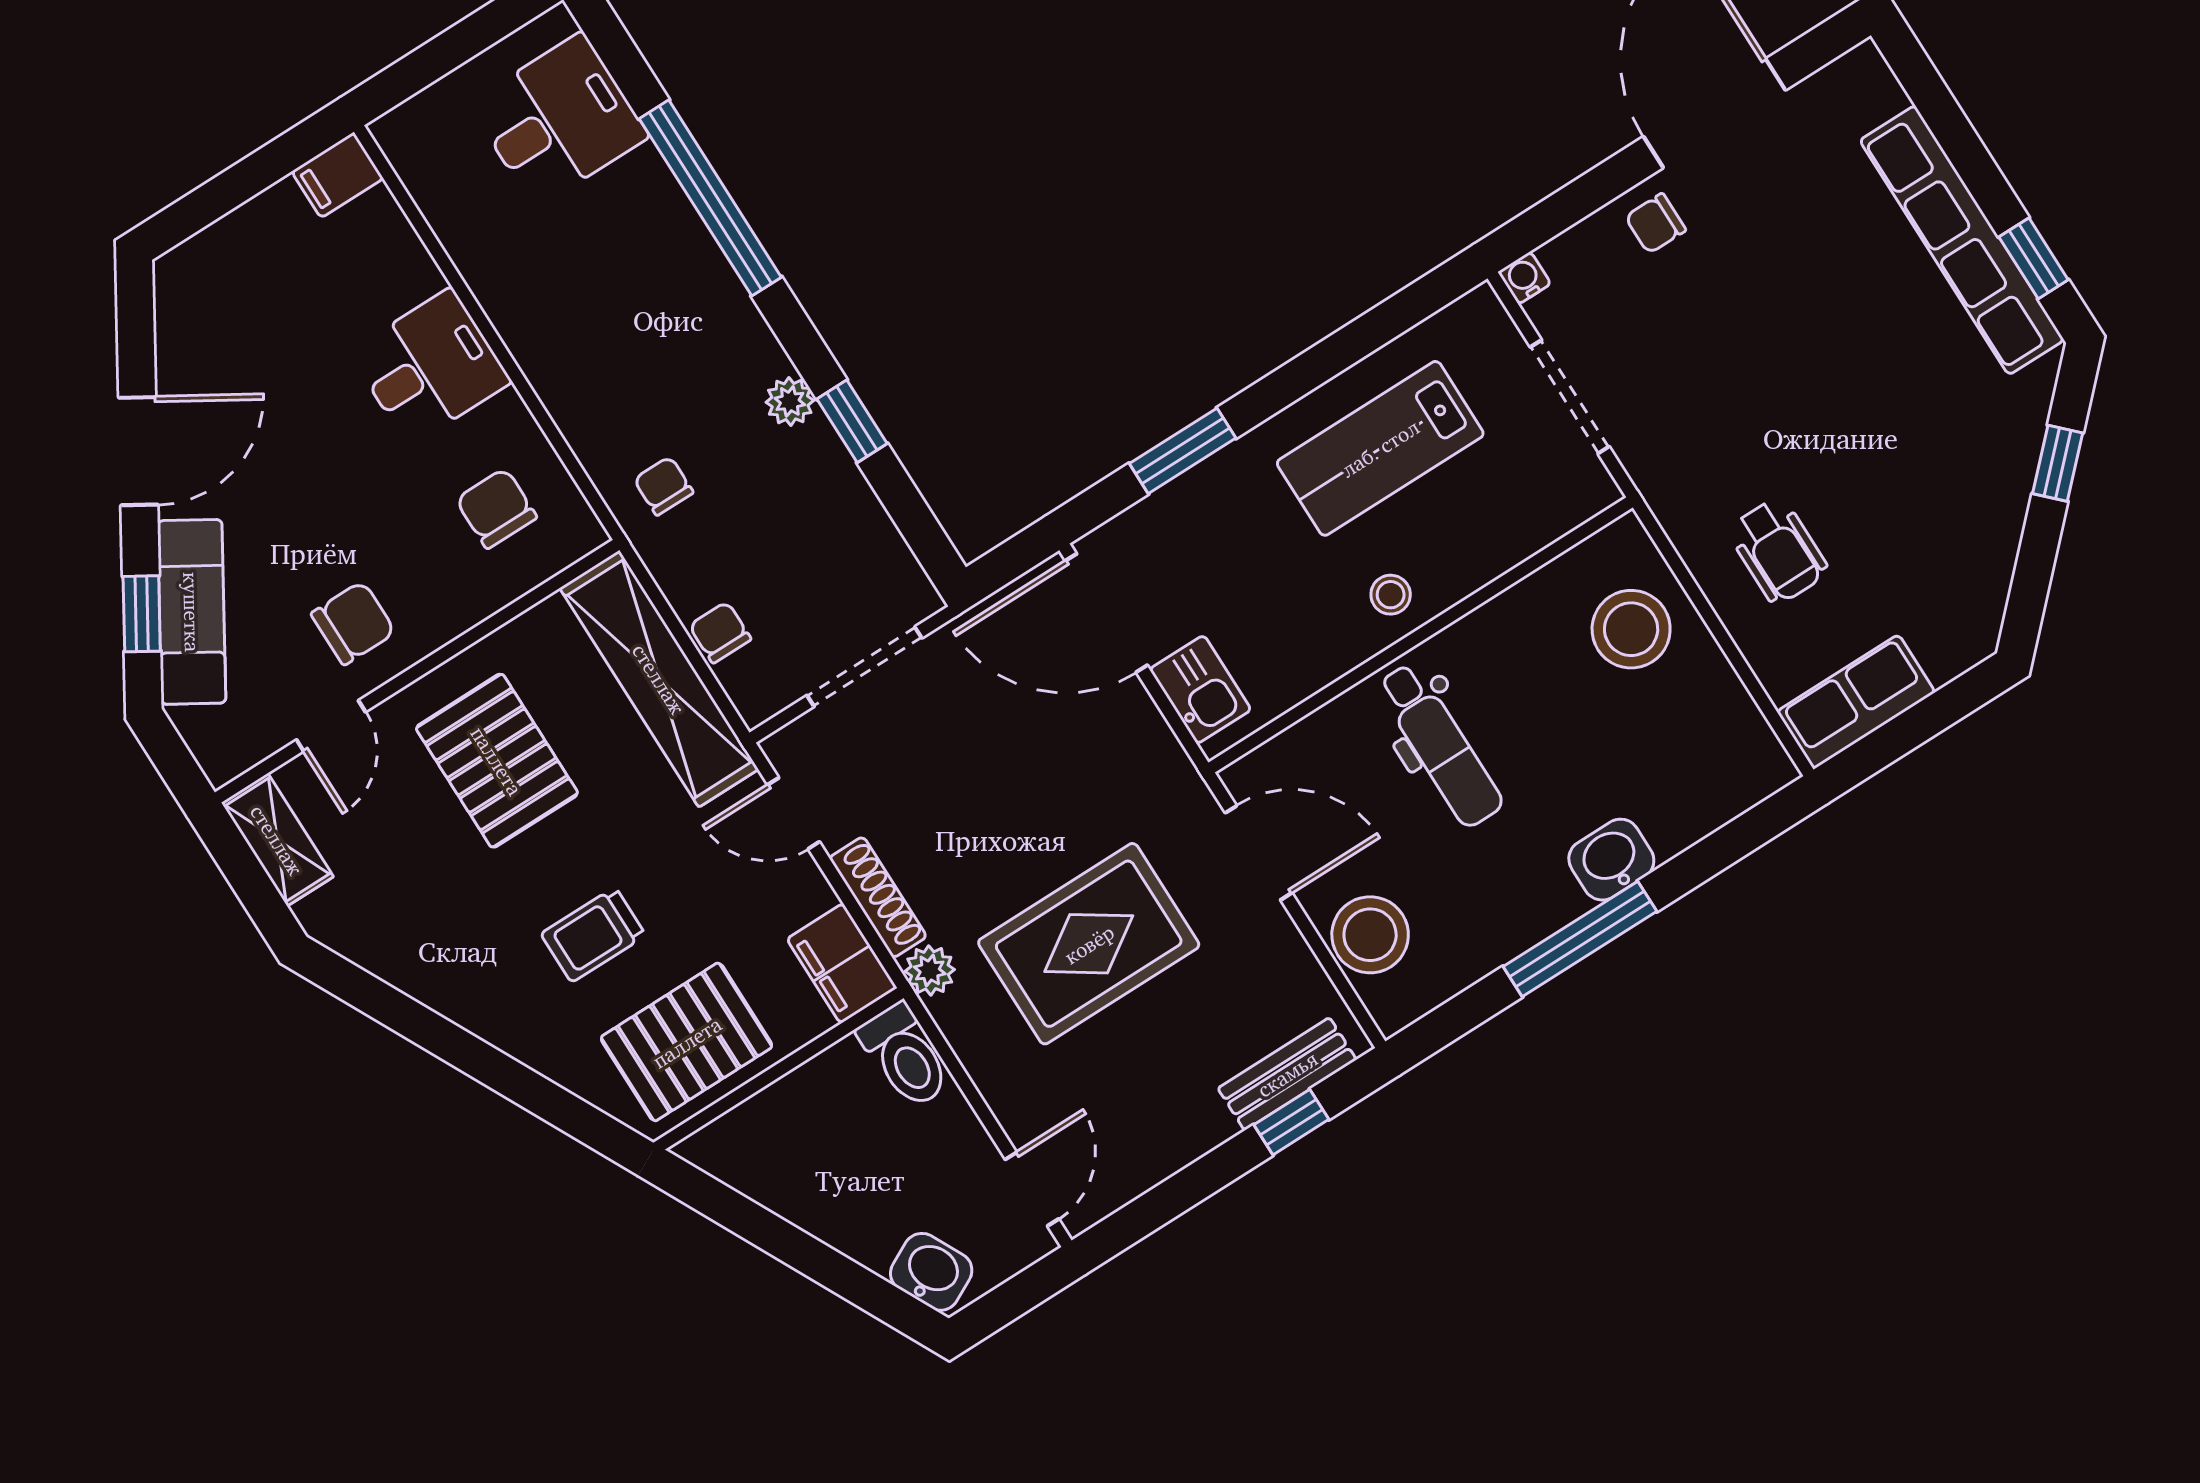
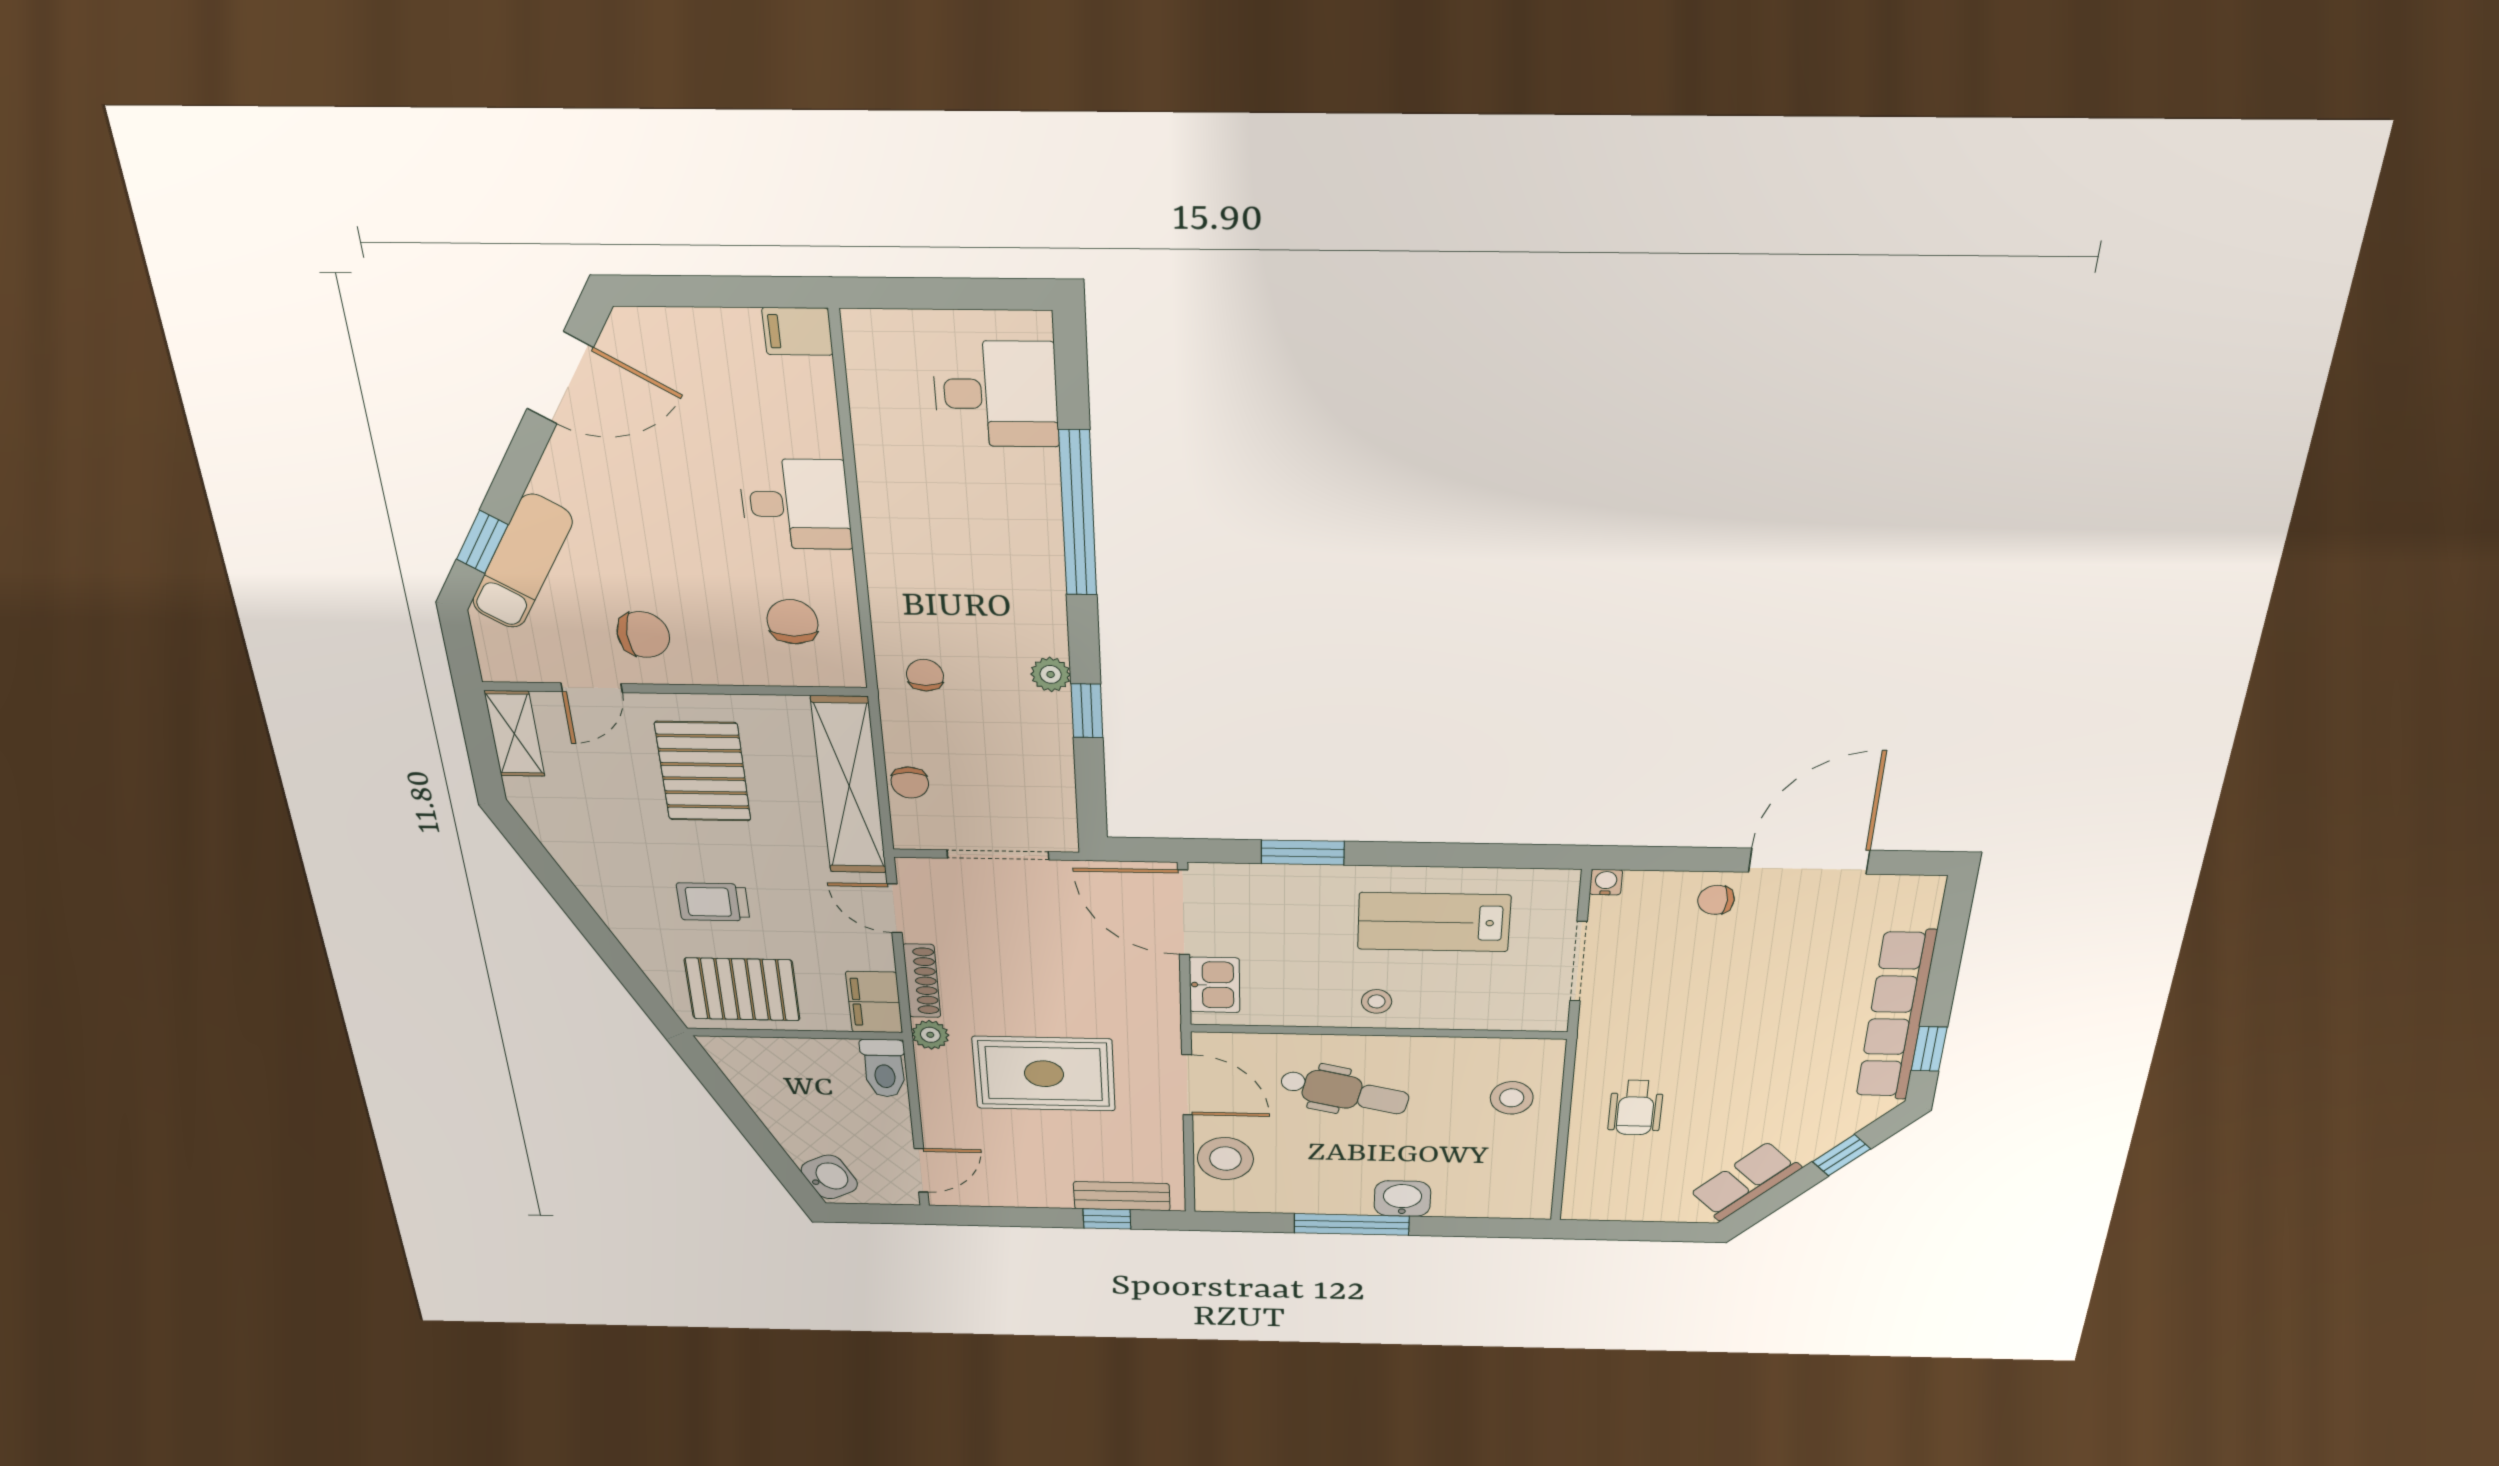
door: (138, 451) -> (560, 378), moved
stool: (1631, 629) -> (1512, 1098), width x0.73, depth x0.73
chair: (720, 632) -> (910, 783), turned 180
row of seats: (1856, 702) -> (1745, 1181), moved, turned -45
dental chair: (1440, 745) -> (1345, 1092), turned -77

